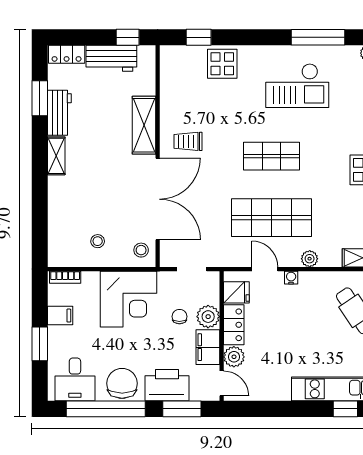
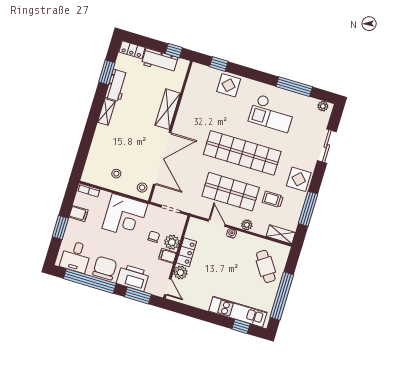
trolley: (188, 141) -> (273, 199), moved
shop shelf: (271, 156) -> (242, 153), width x2.00, depth x1.36
fridge: (236, 292) -> (194, 232), removed
filing cabinet: (208, 347) -> (168, 256), width x0.50

